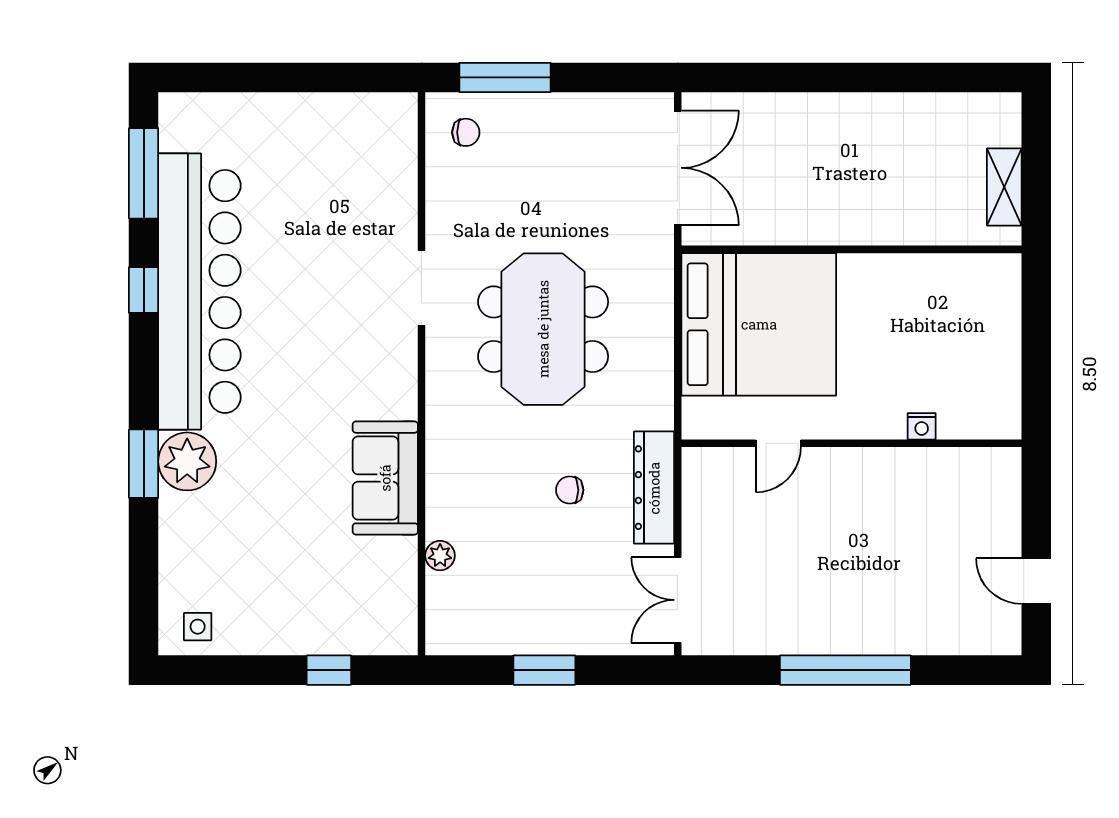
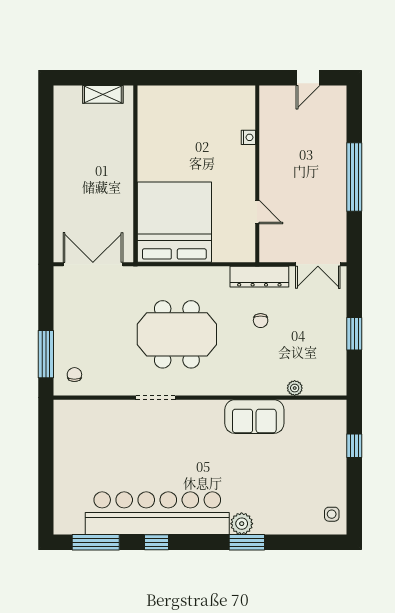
nightstand: (922, 426) -> (248, 137), moved
door: (778, 443) -> (257, 212), moved
wall: (851, 443) -> (257, 174), moved
plant: (187, 461) -> (242, 524), width x0.73, depth x0.73

